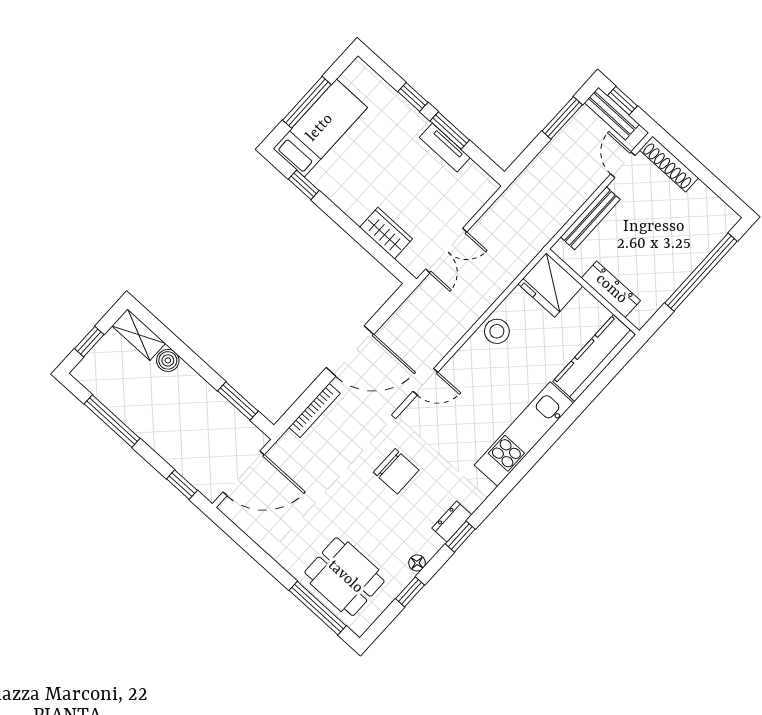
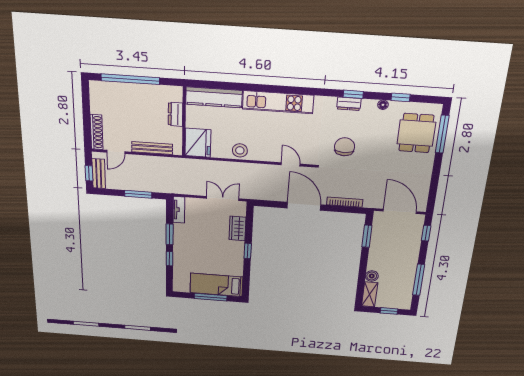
window: (562, 118) -> (138, 194), moved
tv unit: (445, 148) -> (179, 210), moved
window: (304, 185) -> (248, 251), moved
dresser: (611, 289) -> (176, 114), width x0.70

